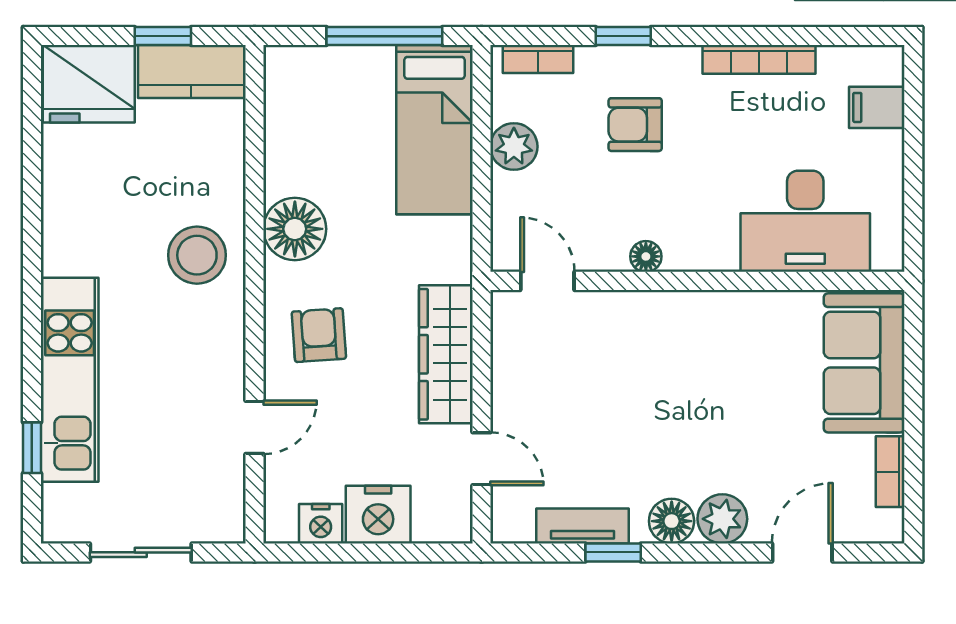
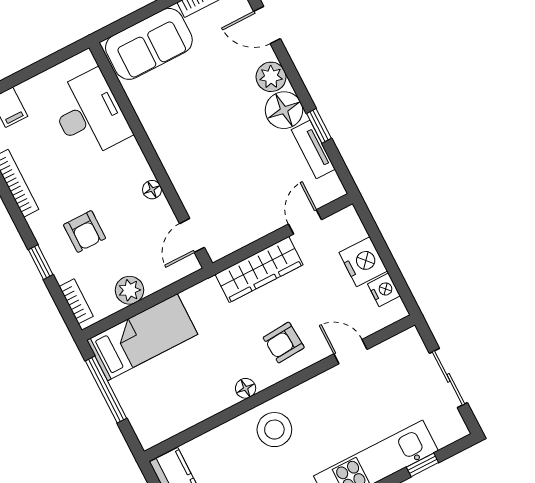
floor lamp: (295, 229) -> (246, 388), width x0.53, depth x0.53
floor lamp: (672, 521) -> (284, 110), width x1.38, depth x1.38

